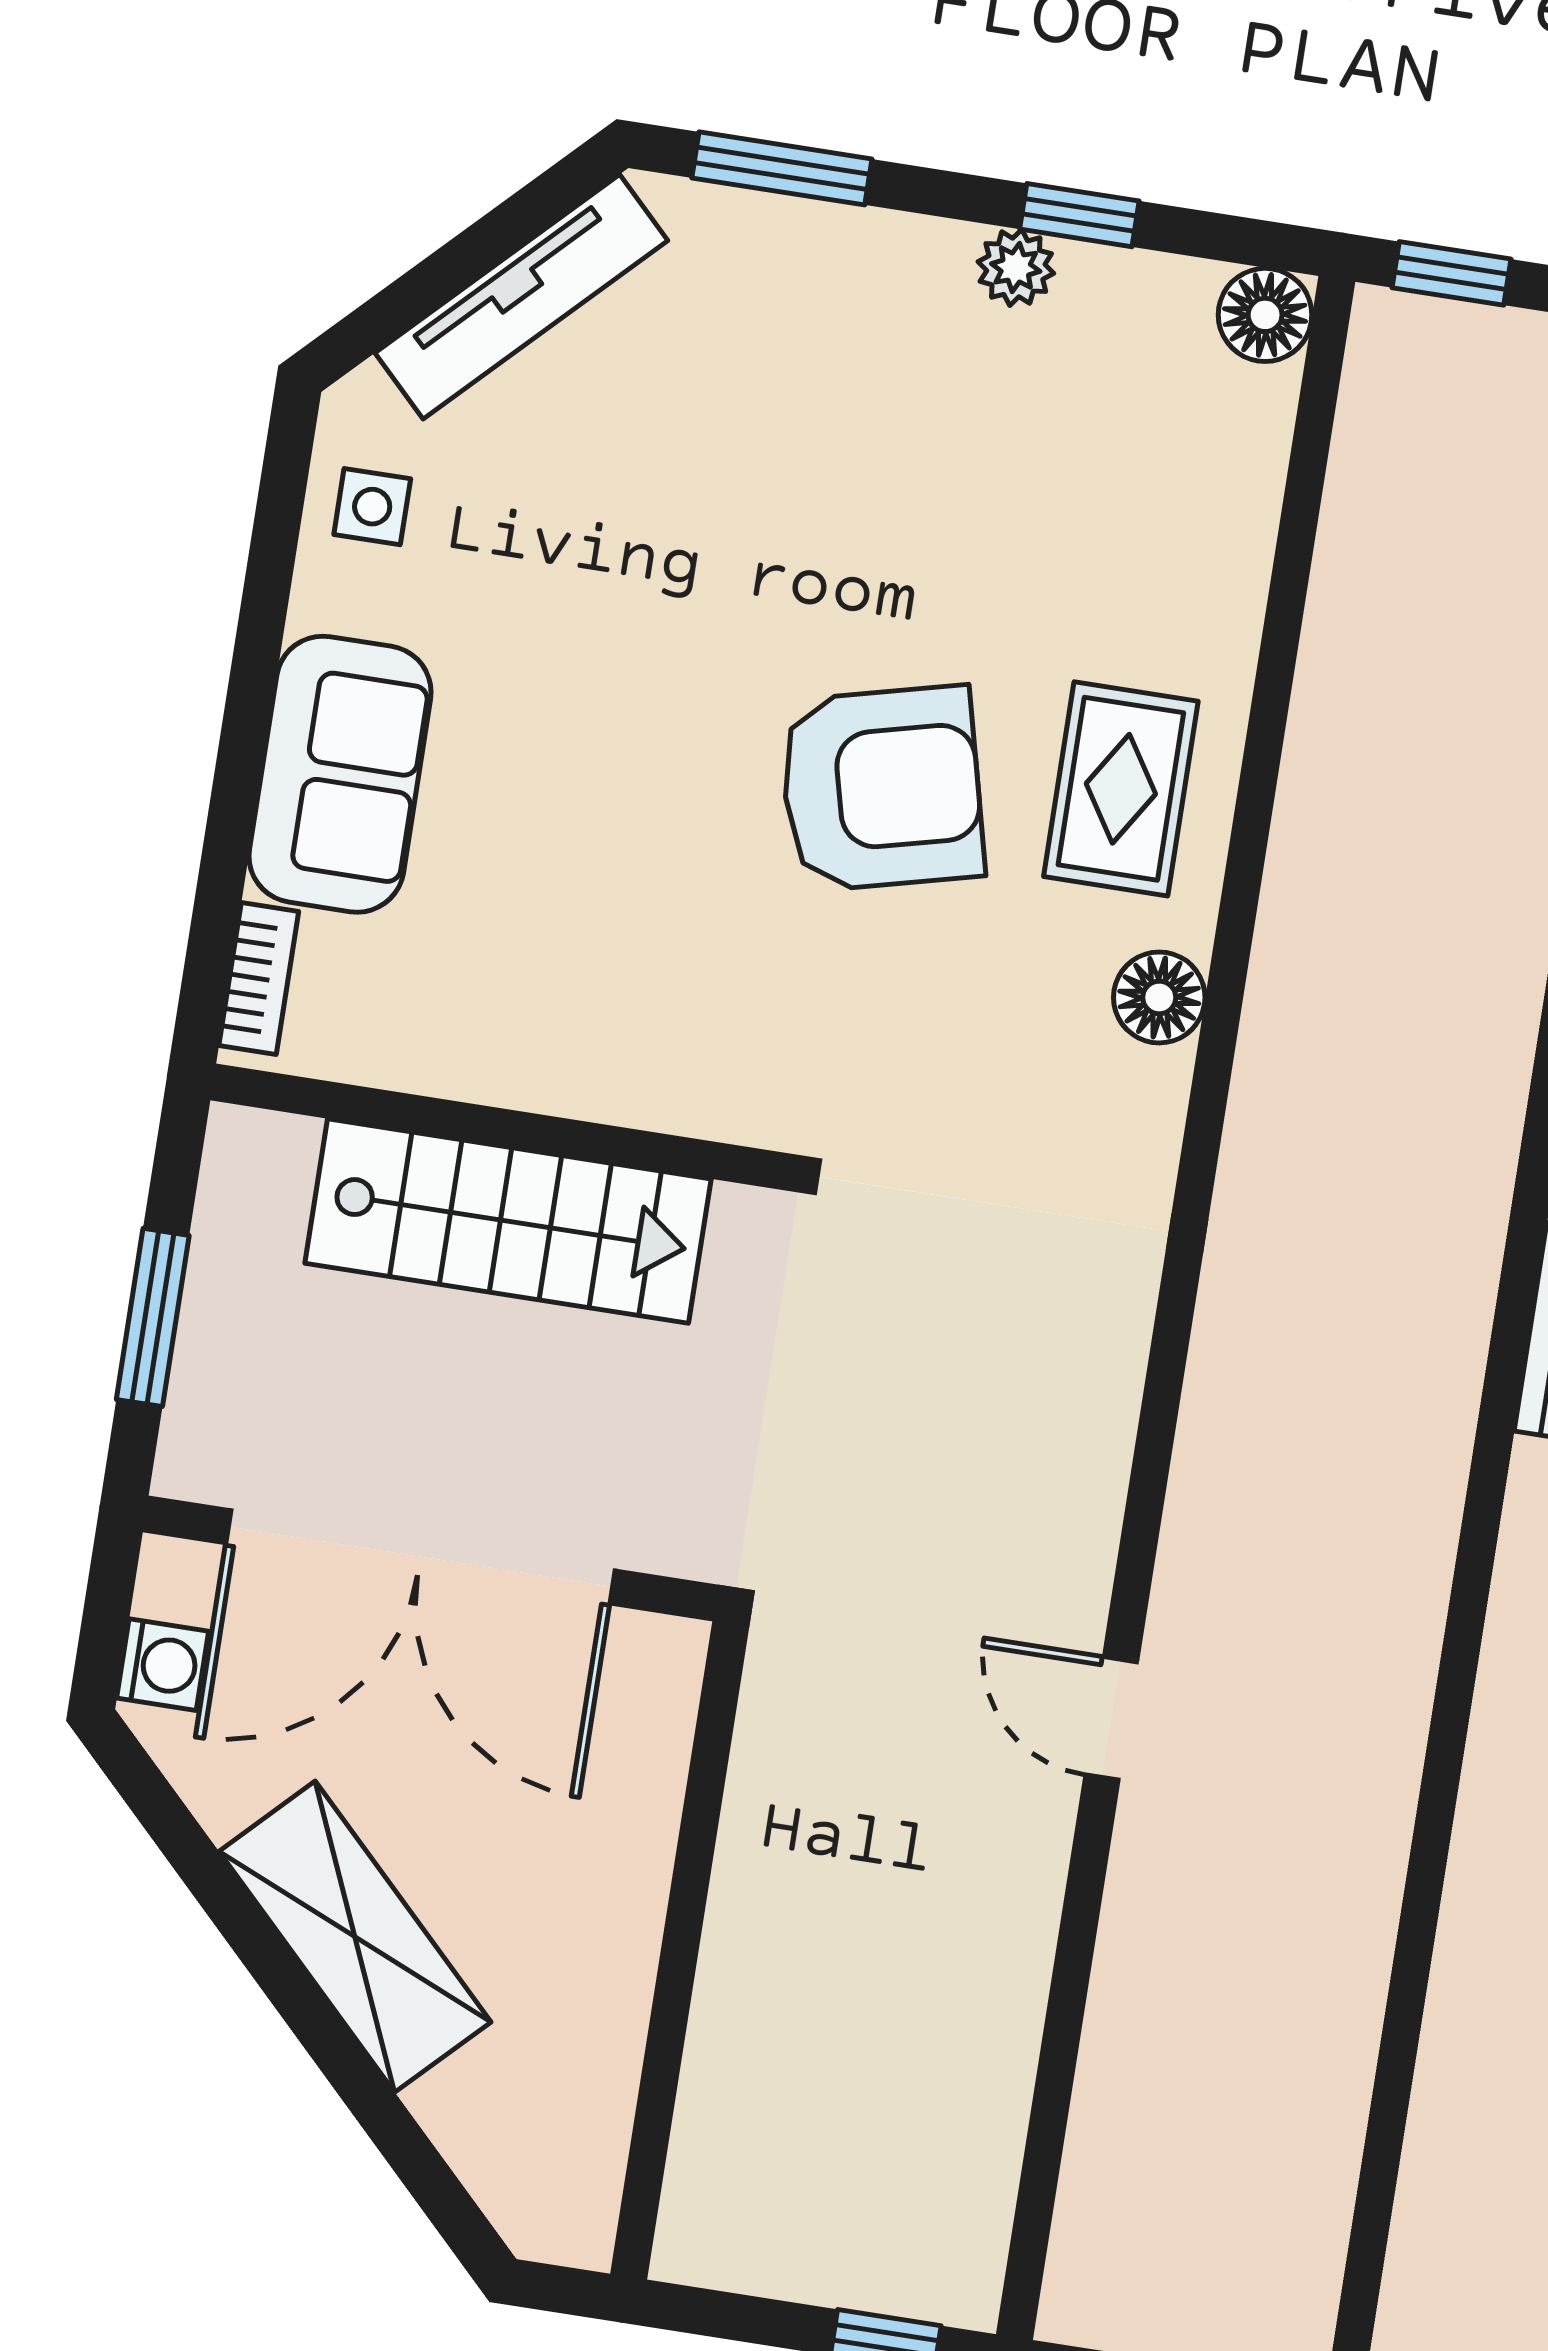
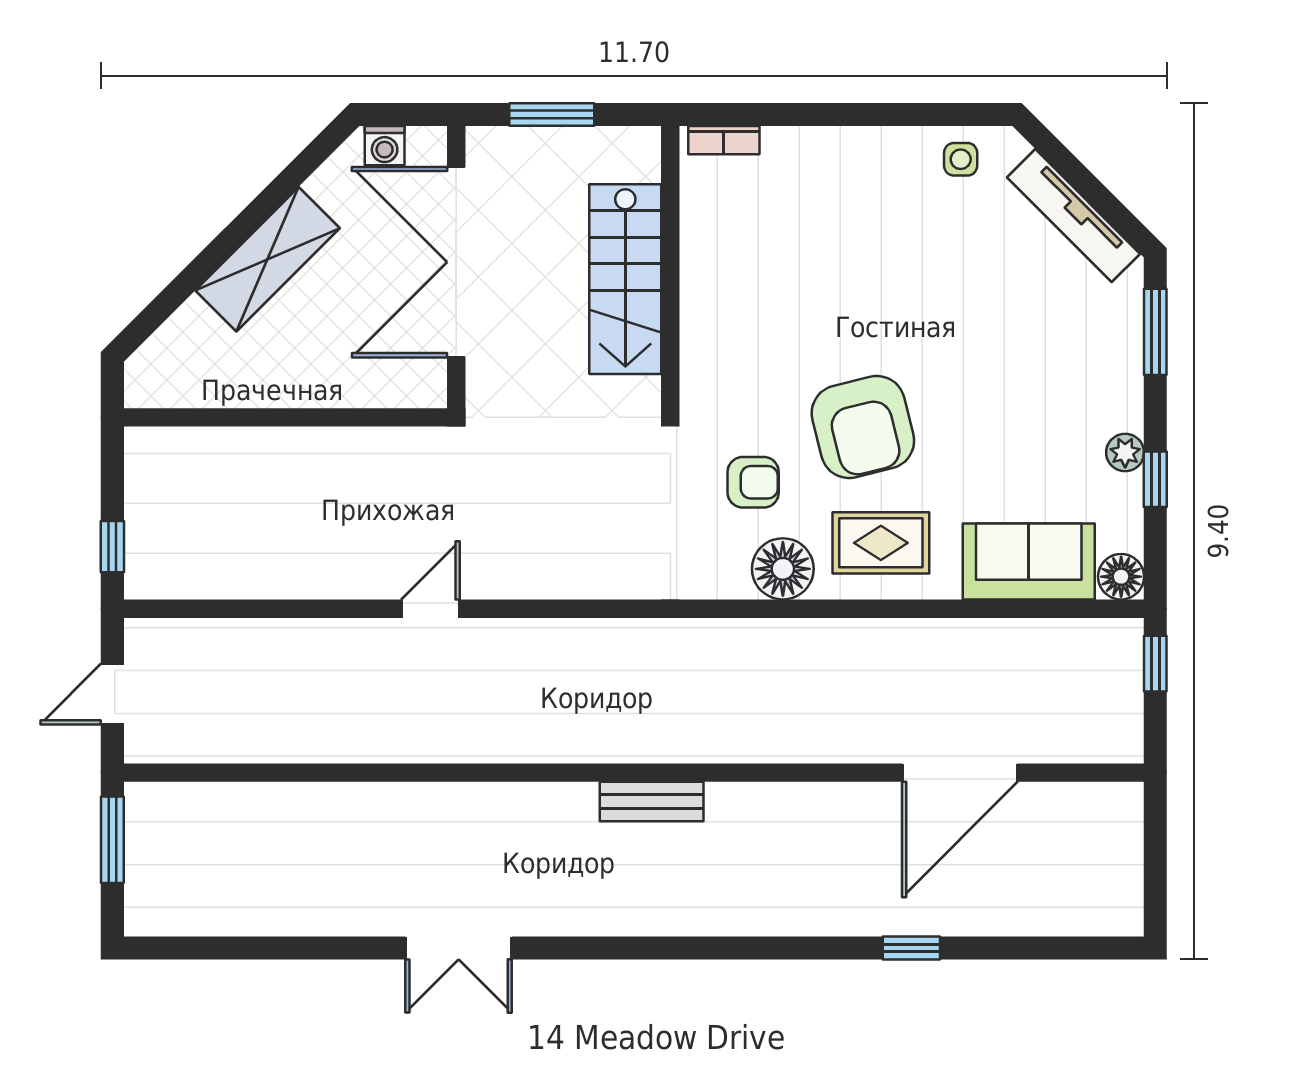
sofa: (340, 774) -> (1029, 561), moved, turned 180
floor lamp: (1159, 997) -> (783, 569), width x1.38, depth x1.38
armchair: (958, 1027) -> (753, 482), added

